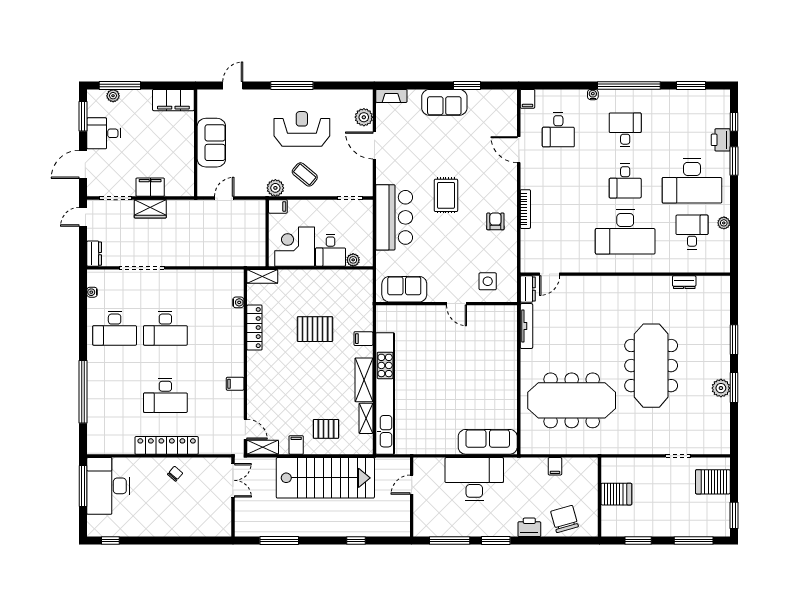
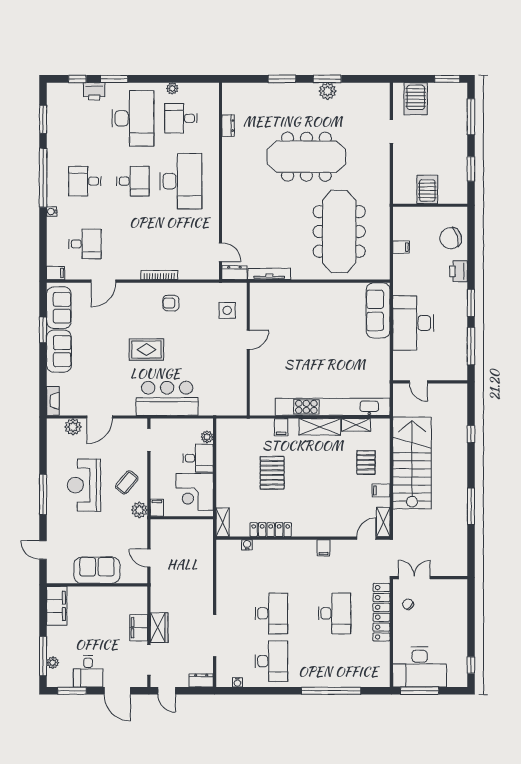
sofa: (404, 289) -> (59, 308), moved, turned 180
double door: (233, 480) -> (414, 578), moved
wall: (233, 497) -> (430, 578), moved

